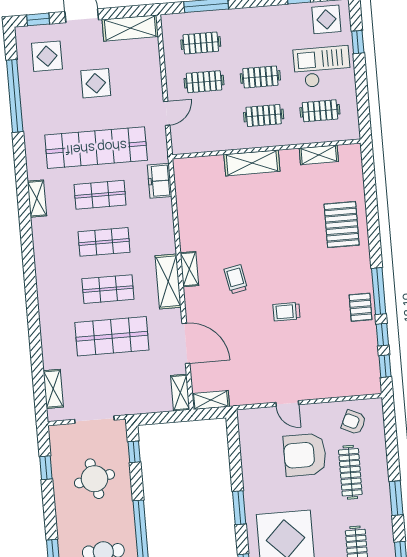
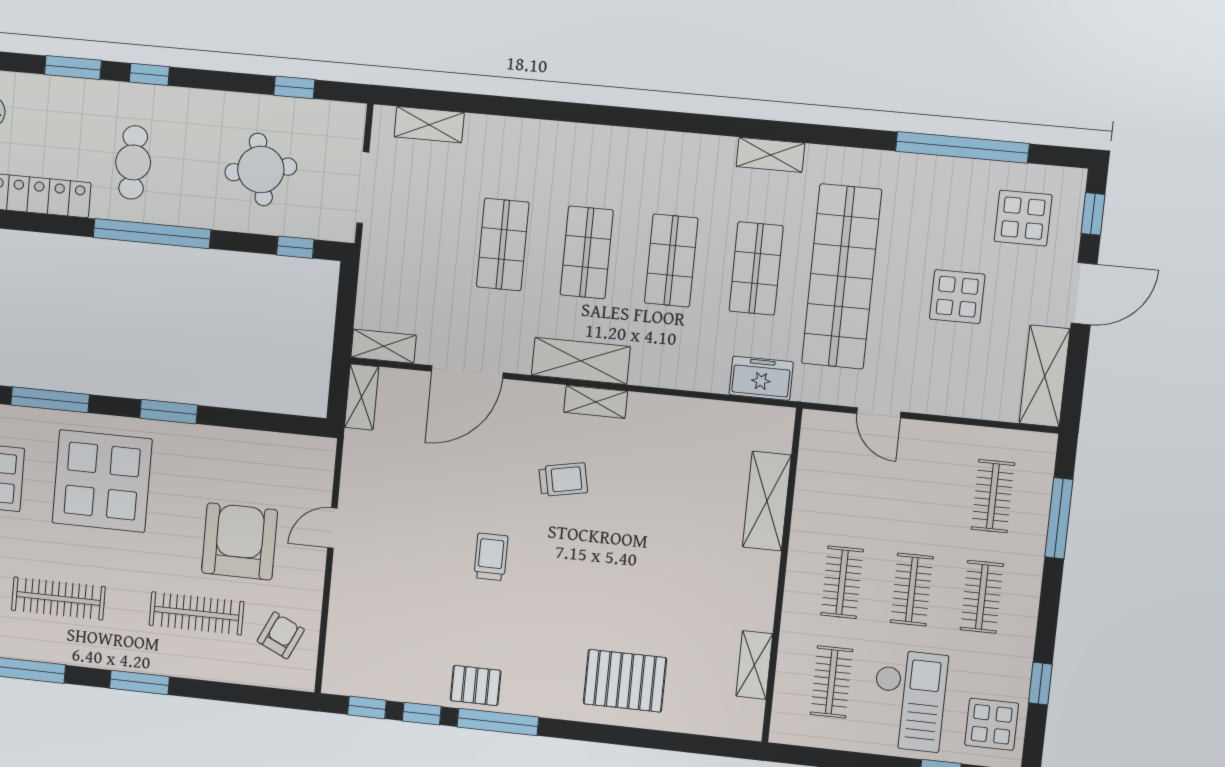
clothes rail: (204, 82) -> (982, 597), moved
shelving: (252, 163) -> (767, 501), moved
shop shelf: (112, 336) -> (503, 245), width x0.70, depth x0.74

